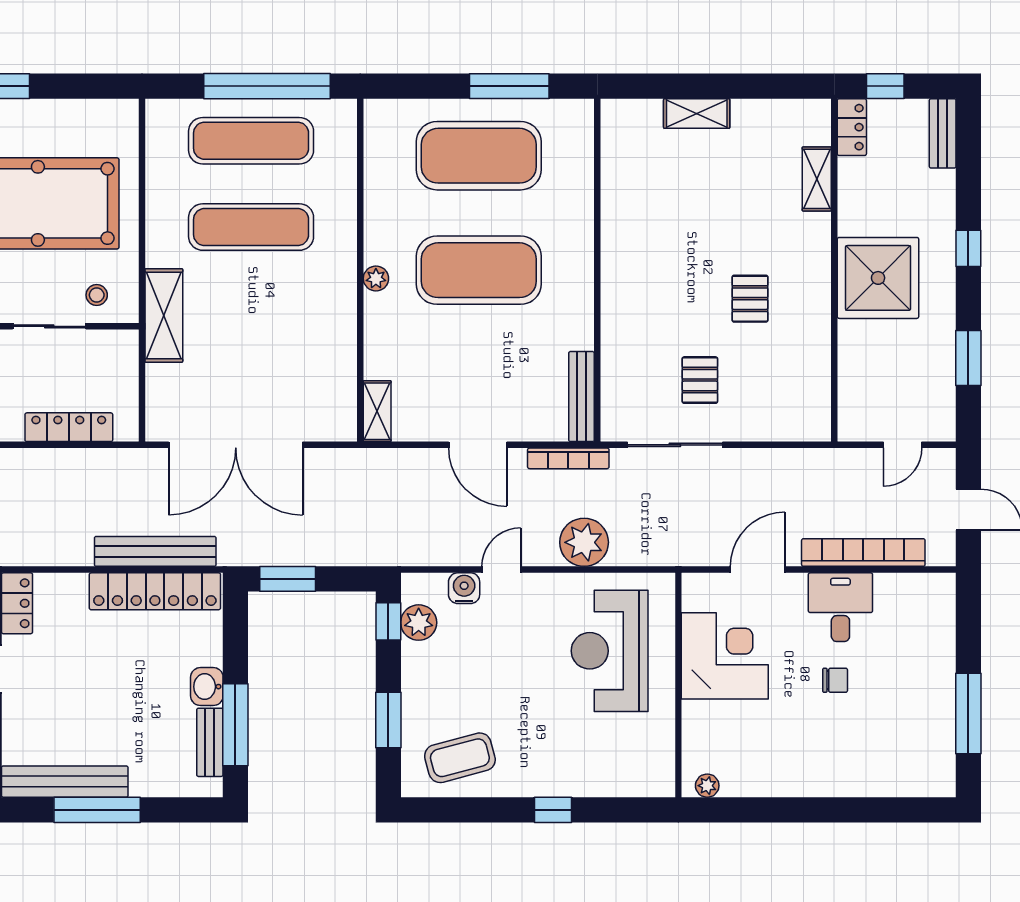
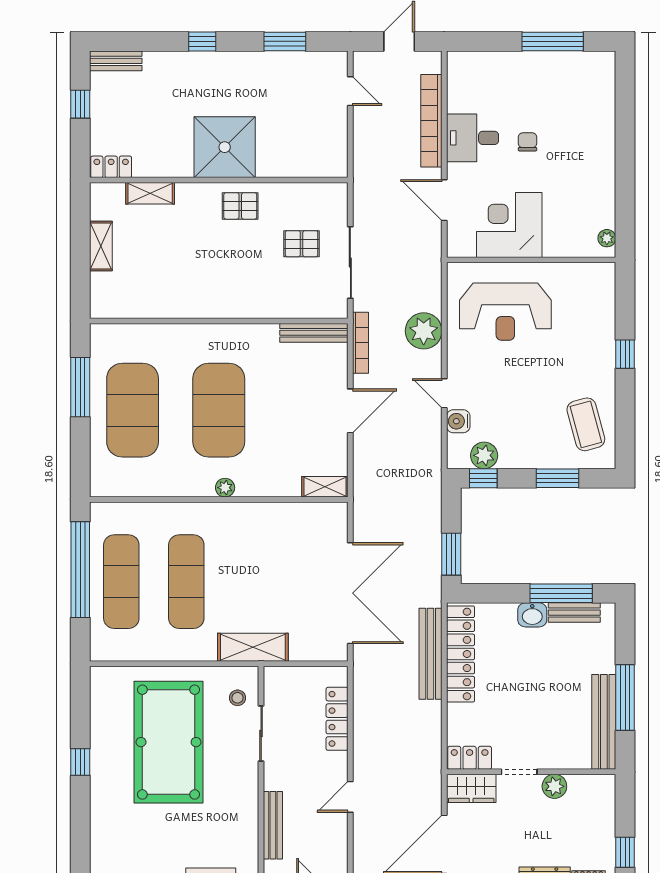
locker: (852, 127) -> (111, 167), moved
shelving: (817, 179) -> (150, 193), moved
wall: (834, 270) -> (219, 180), moved
shower: (878, 278) -> (225, 147), moved

